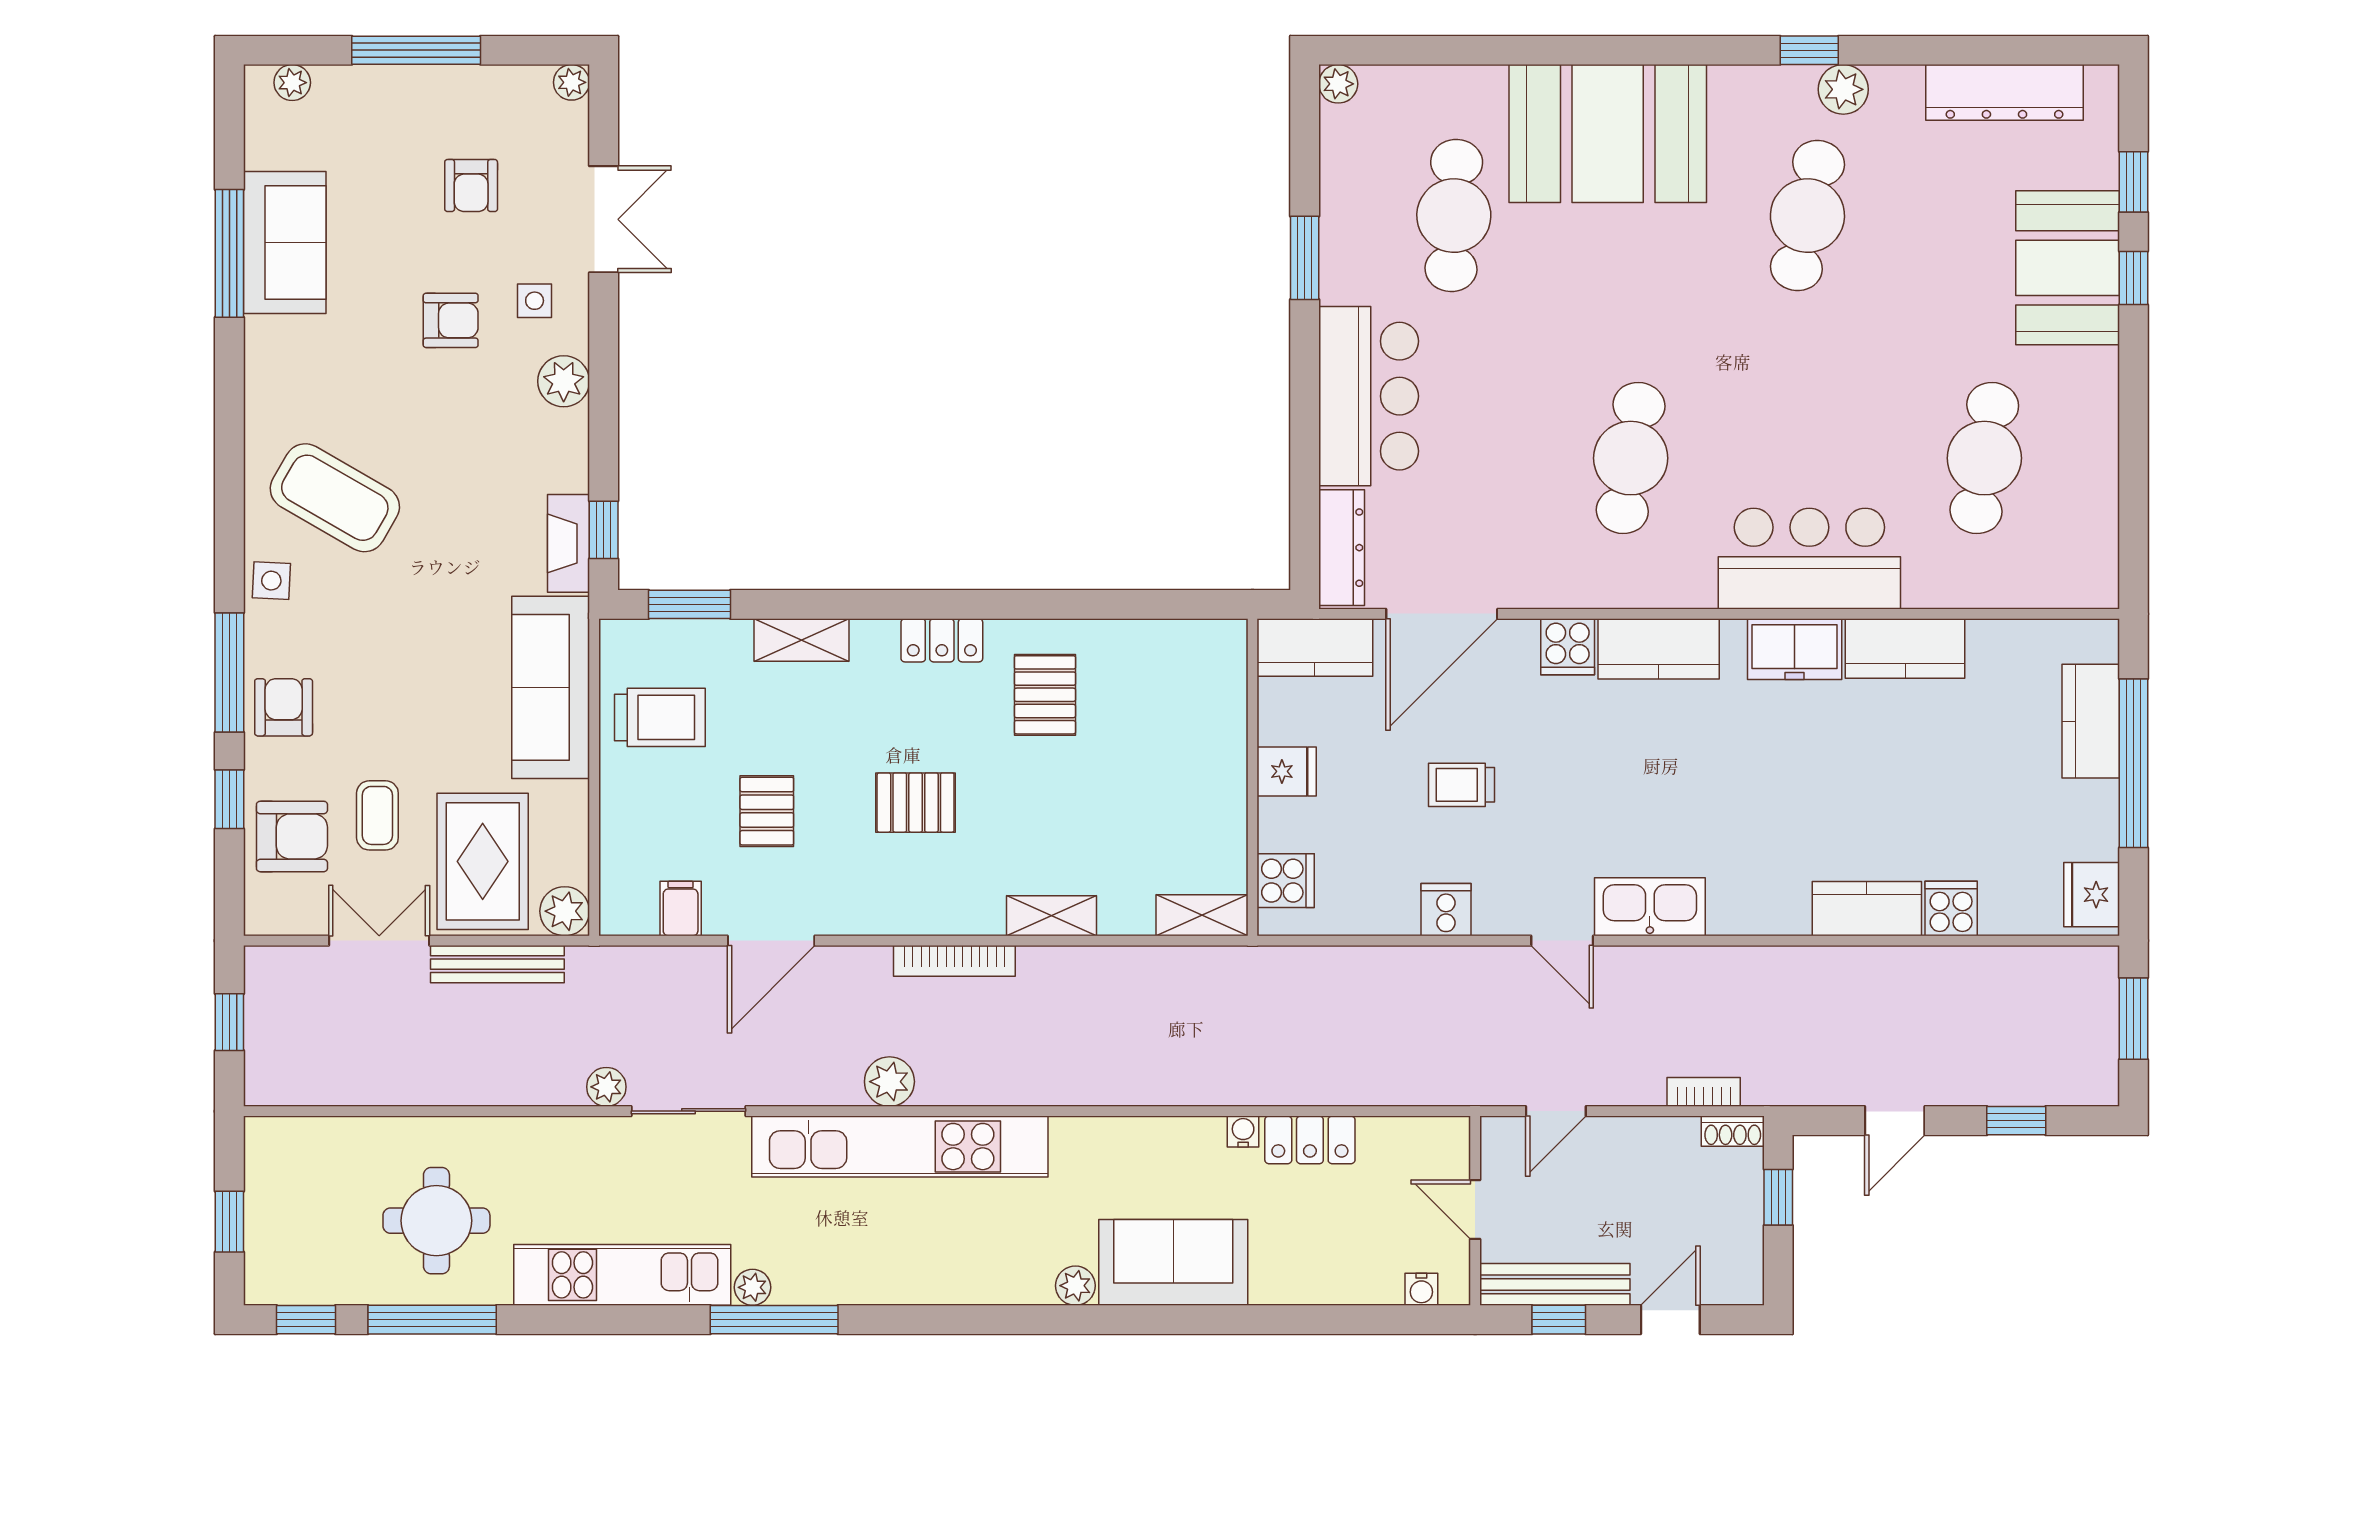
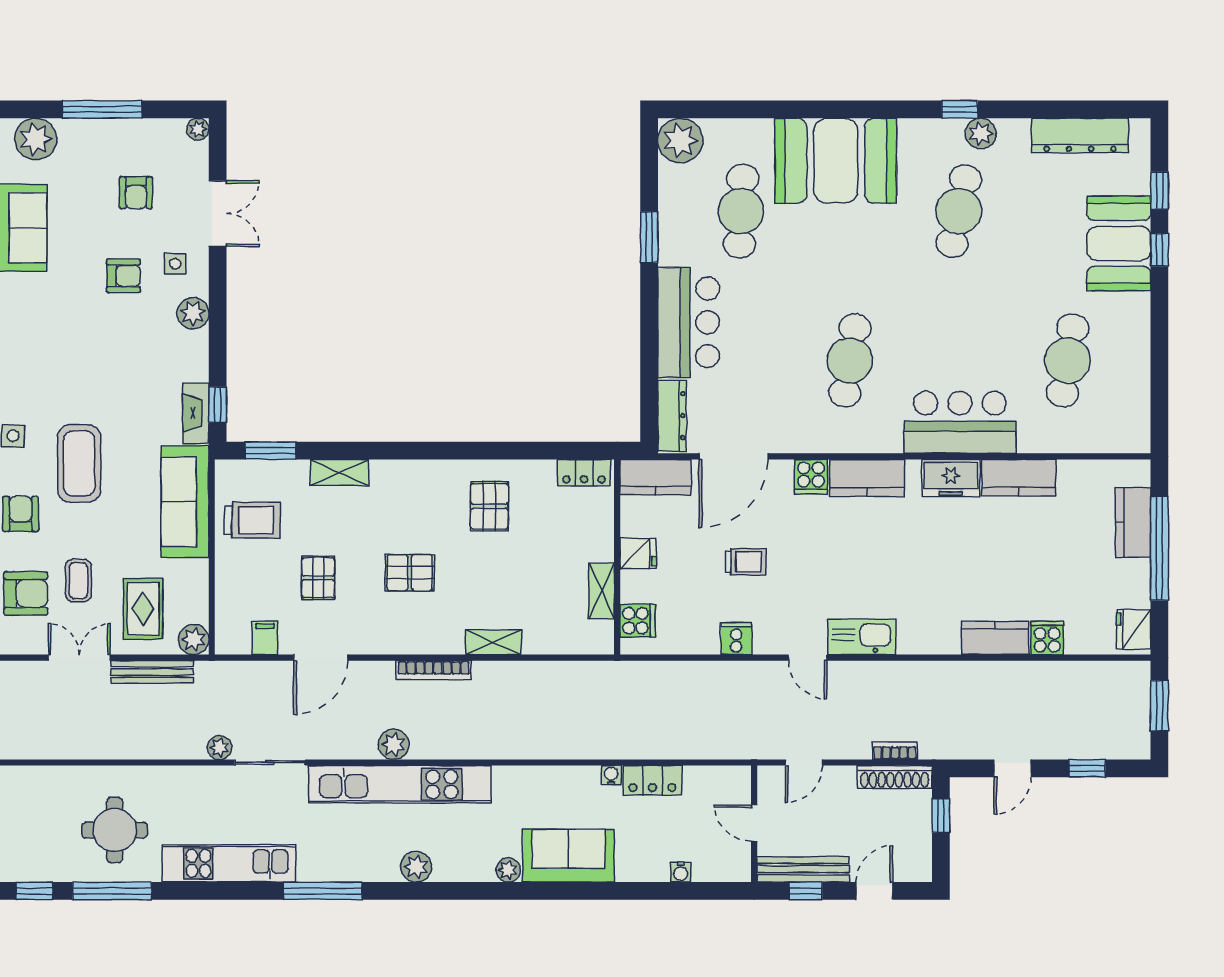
plant: (292, 83) -> (36, 139), width x1.88, depth x1.88
plant: (1338, 84) -> (680, 141), width x1.88, depth x1.88
coffee table: (335, 498) -> (79, 463), moved, turned 60
locker: (942, 640) -> (584, 473), moved
trolley: (1461, 785) -> (746, 562), turned 180
rug: (483, 861) -> (143, 609), width x0.73, depth x0.70
shelving: (1202, 915) -> (601, 591), moved, turned 90
shoe rack: (1733, 1131) -> (895, 777), width x1.94, depth x1.24
plant: (753, 1287) -> (416, 867), moved, width x1.38, depth x1.38
water cooler: (1421, 1289) -> (681, 872), moved

